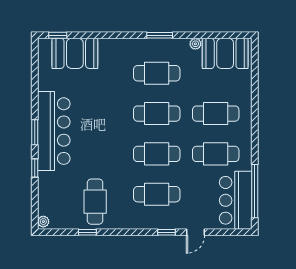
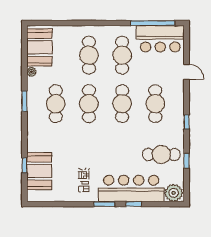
window: (58, 35) -> (24, 165), moved
bar counter: (54, 131) -> (131, 188), moved
plant: (43, 222) -> (174, 193), width x1.88, depth x1.88
window: (167, 232) -> (187, 122), moved

